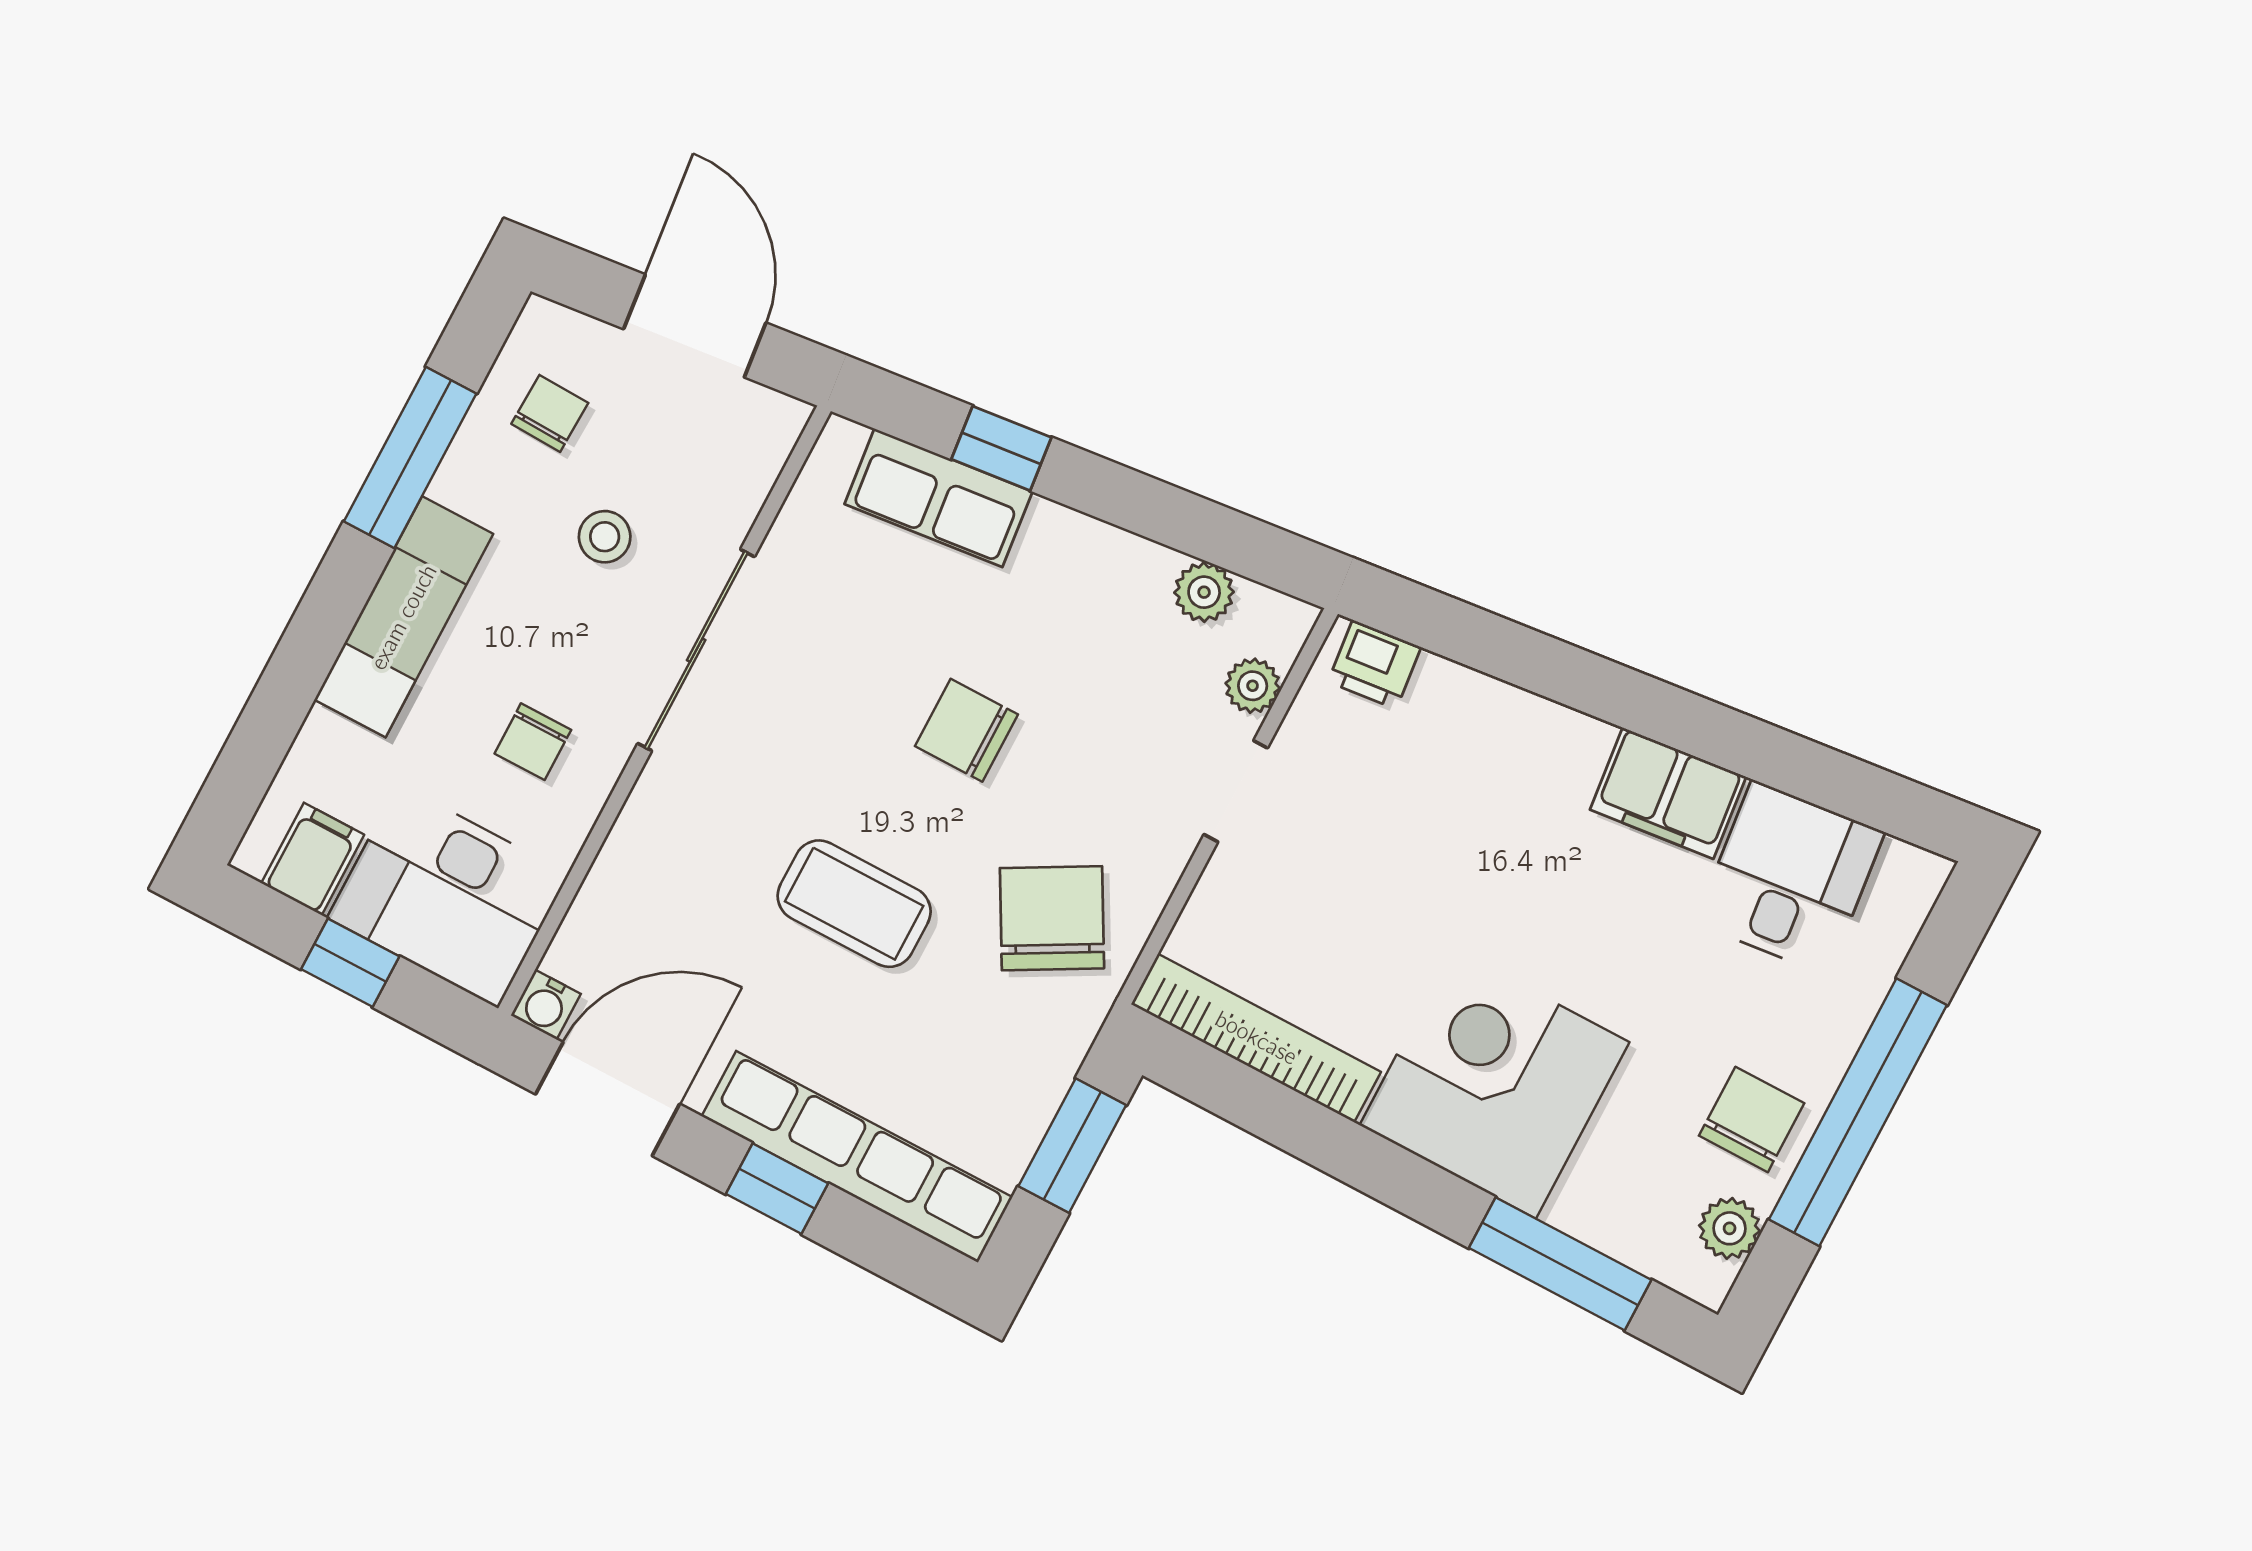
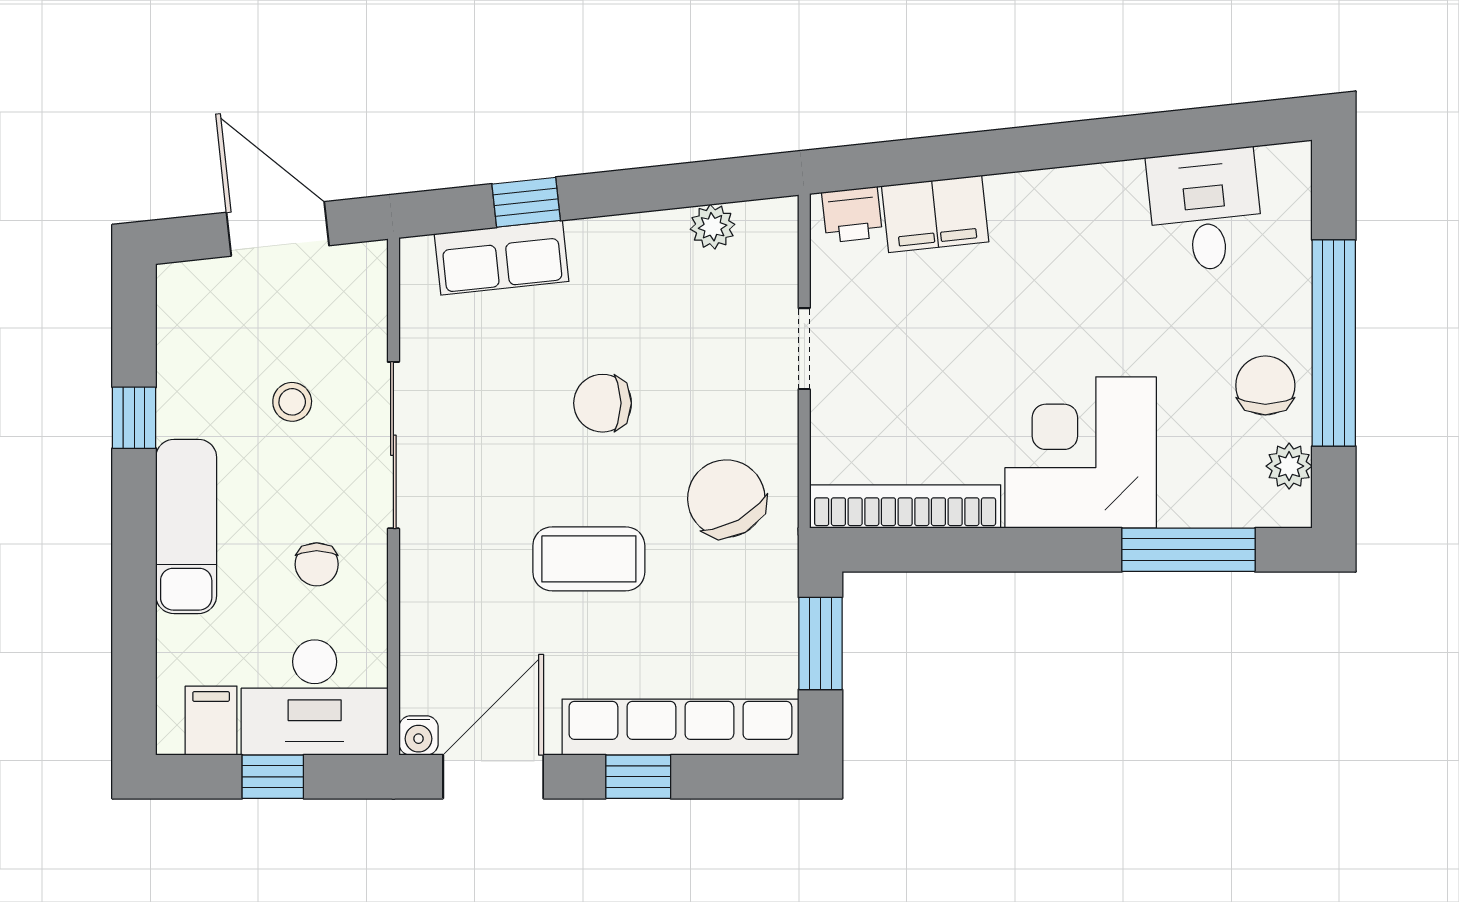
chair: (550, 413) -> (212, 339), removed
window: (410, 458) -> (134, 418), width x0.46
plant: (1253, 686) -> (778, 272), removed
filing cabinet: (1668, 793) -> (935, 214), moved

